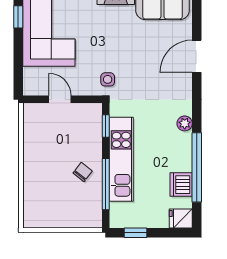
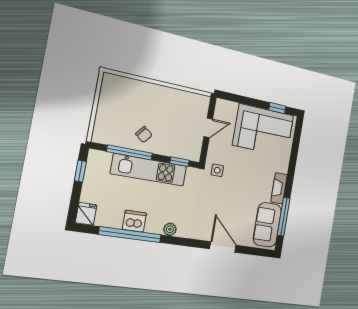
dishwasher: (181, 185) -> (134, 221), moved

